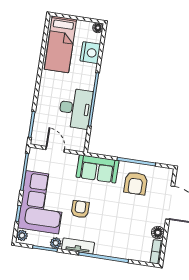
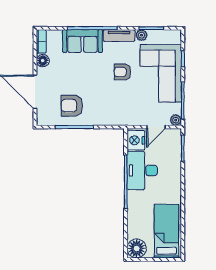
floor lamp: (98, 28) -> (137, 248), width x1.89, depth x1.89
nightstand: (90, 53) -> (136, 140), moved
door: (55, 149) -> (156, 127), hinge flipped
sofa: (98, 169) -> (82, 41), moved, turned 180
armchair: (136, 183) -> (72, 106), turned -90
armchair: (80, 209) -> (123, 72), turned 90
plant: (22, 235) -> (176, 120), moved

